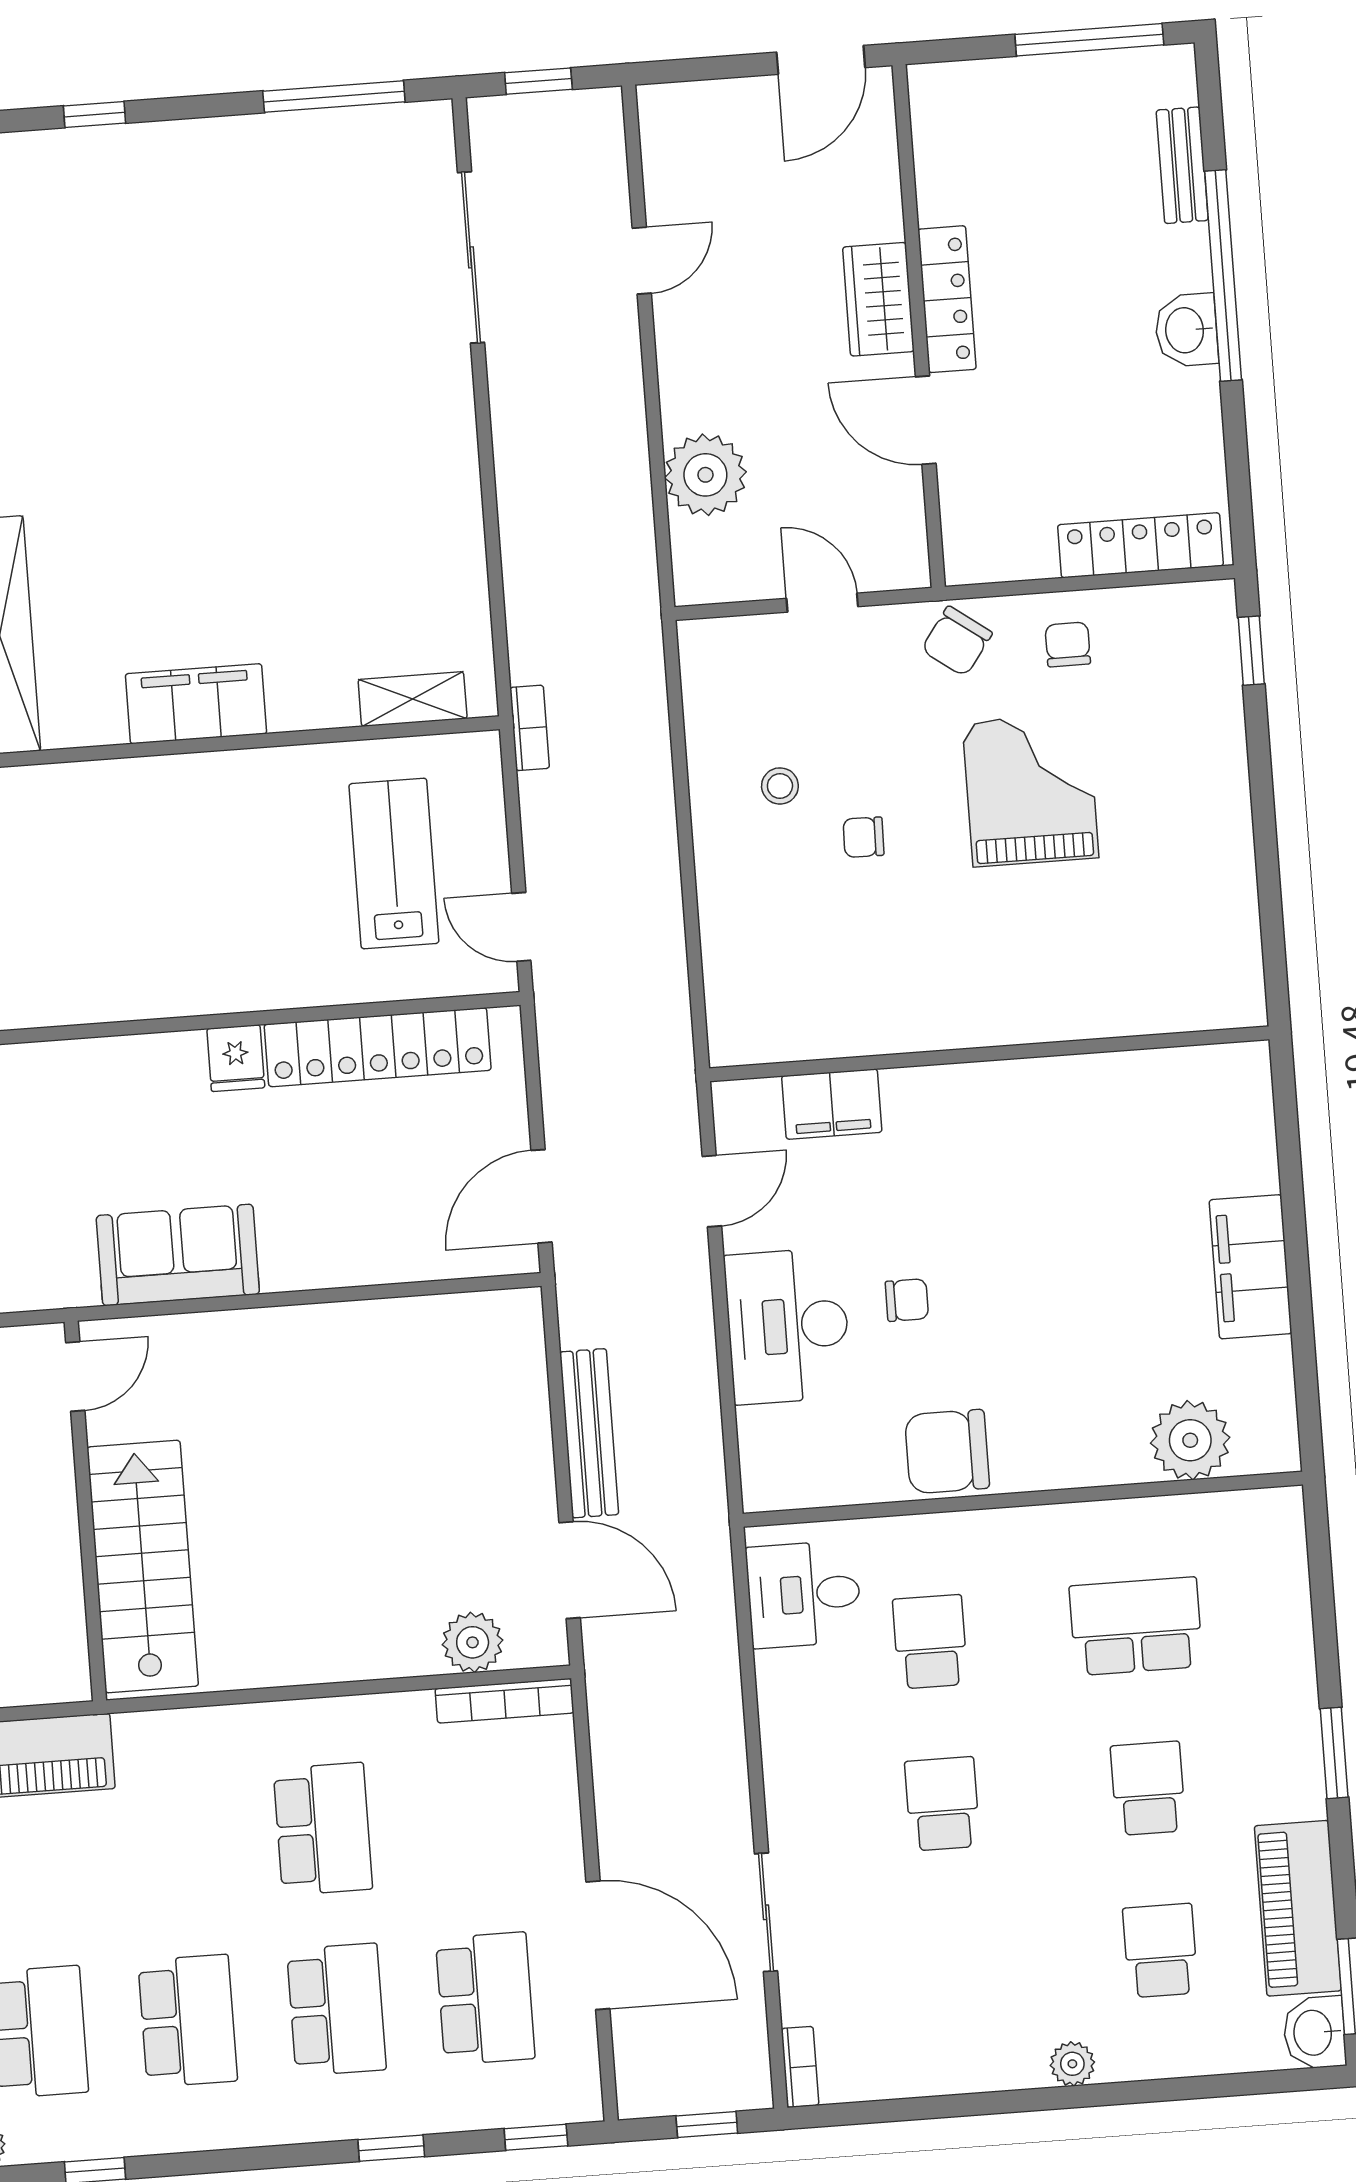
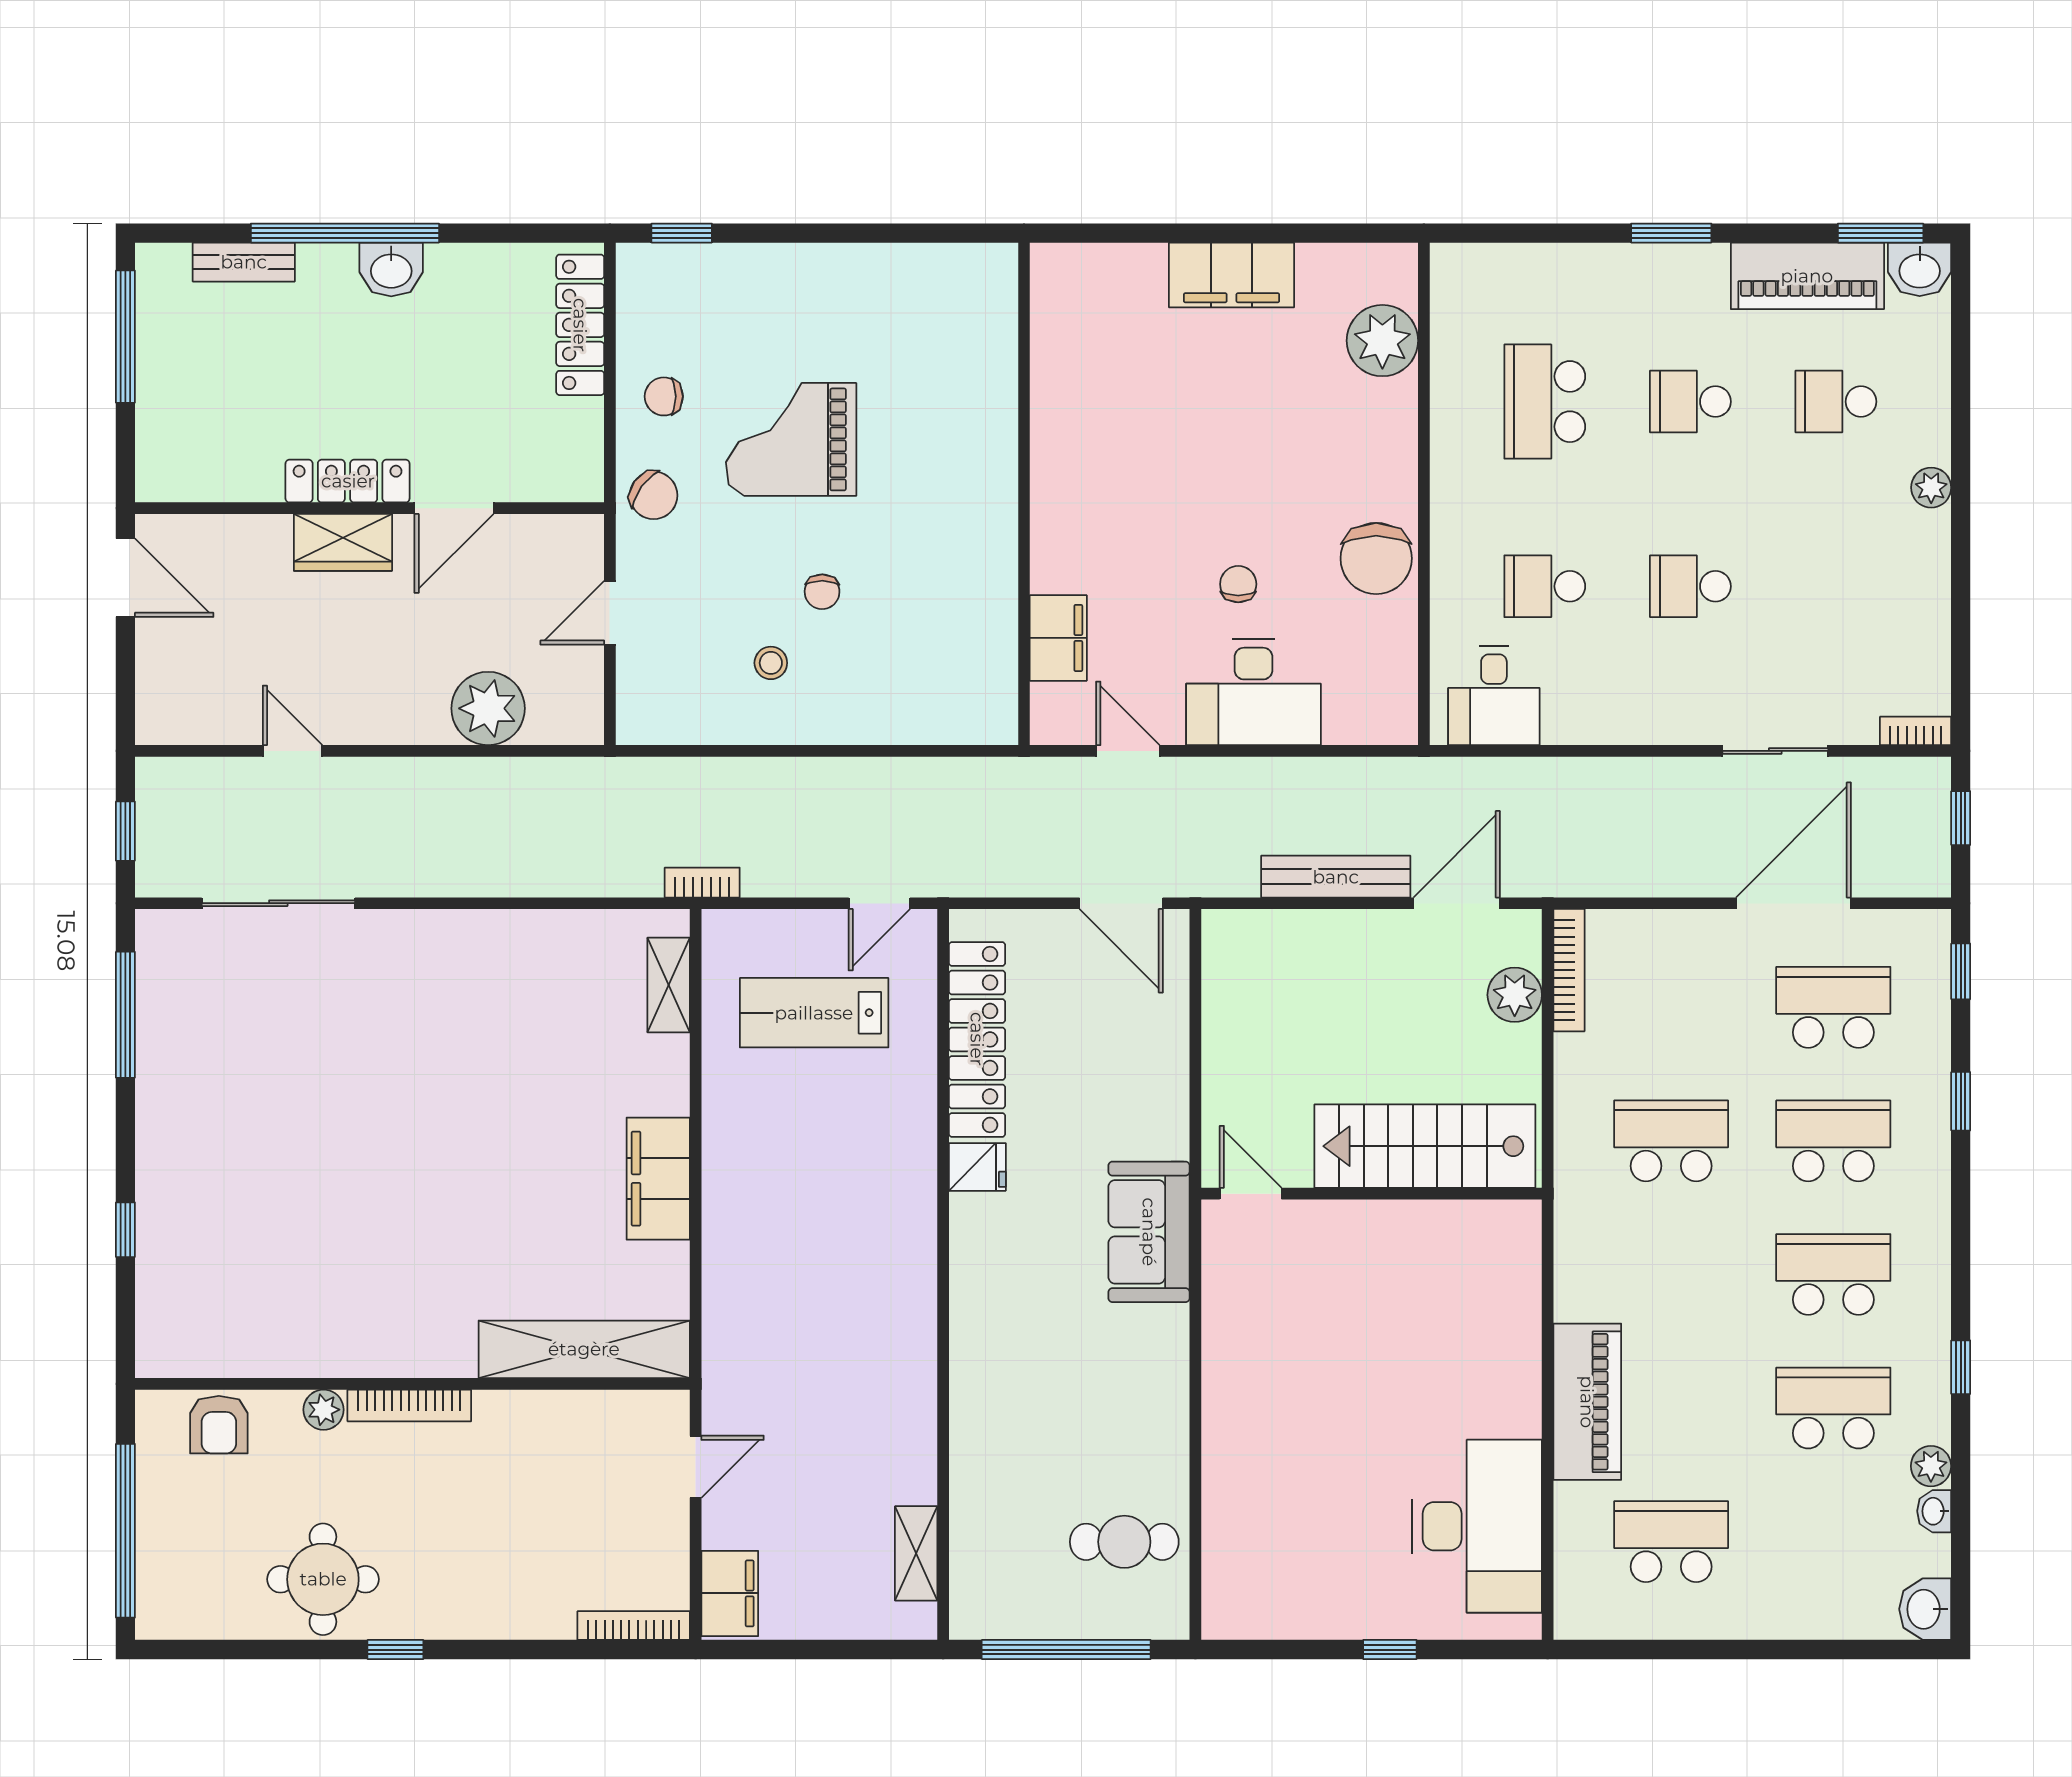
door: (75, 1377) -> (1251, 1194), moved
wall: (85, 1511) -> (1371, 1194), moved
stairs: (143, 1567) -> (1425, 1146), moved

